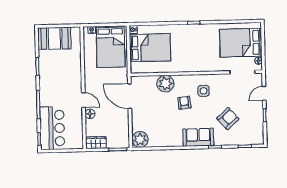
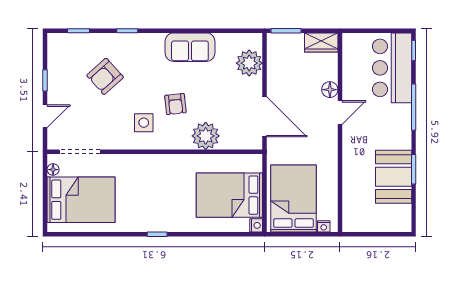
booth: (54, 38) -> (394, 177), moved, turned 90
door: (83, 100) -> (340, 112), swing flipped
sofa: (198, 137) -> (190, 47), moved
plant: (140, 139) -> (249, 63), moved

